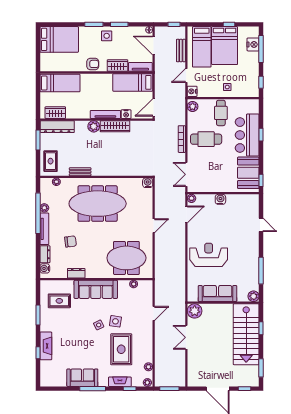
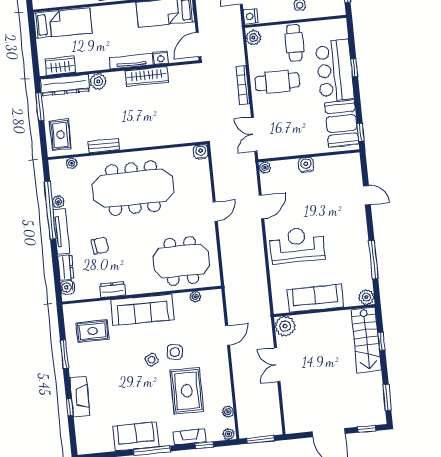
plant: (94, 126) -> (98, 81), moved
door: (186, 214) -> (261, 207), moved
stairs: (246, 334) -> (366, 340), width x0.73, depth x0.66

